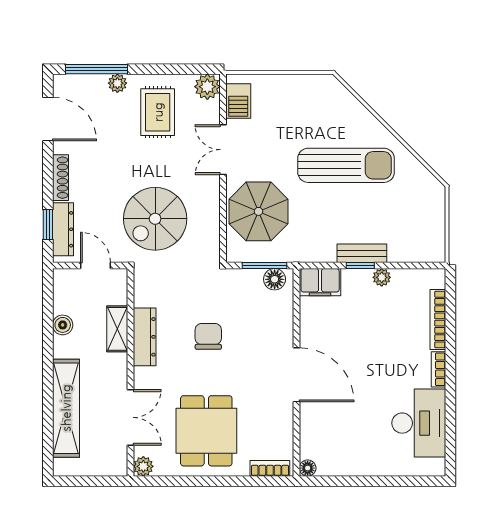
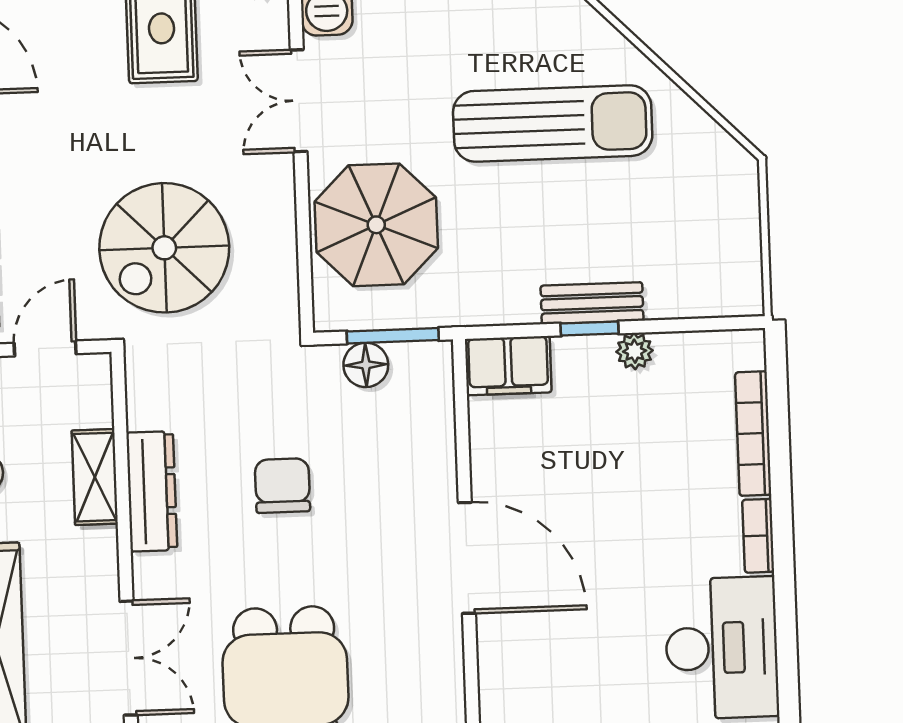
door: (95, 266) -> (45, 348), hinge flipped
floor lamp: (275, 279) -> (366, 365), moved

